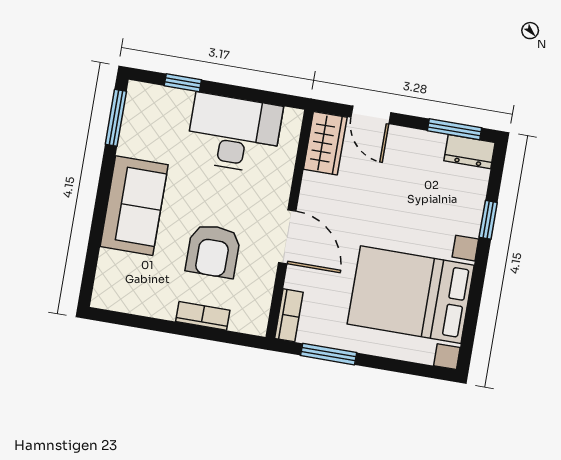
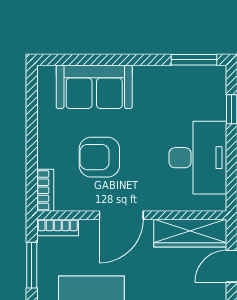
wardrobe: (325, 143) -> (190, 233), width x1.50
sofa: (134, 206) -> (94, 87), moved
bookcase: (203, 316) -> (45, 190), moved

